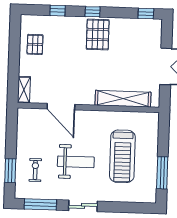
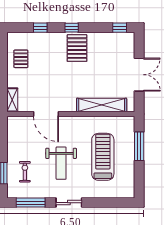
treadmill: (122, 156) -> (103, 157), turned 180
weight bench: (76, 162) -> (61, 163), turned 90
window: (162, 173) -> (139, 146), moved

